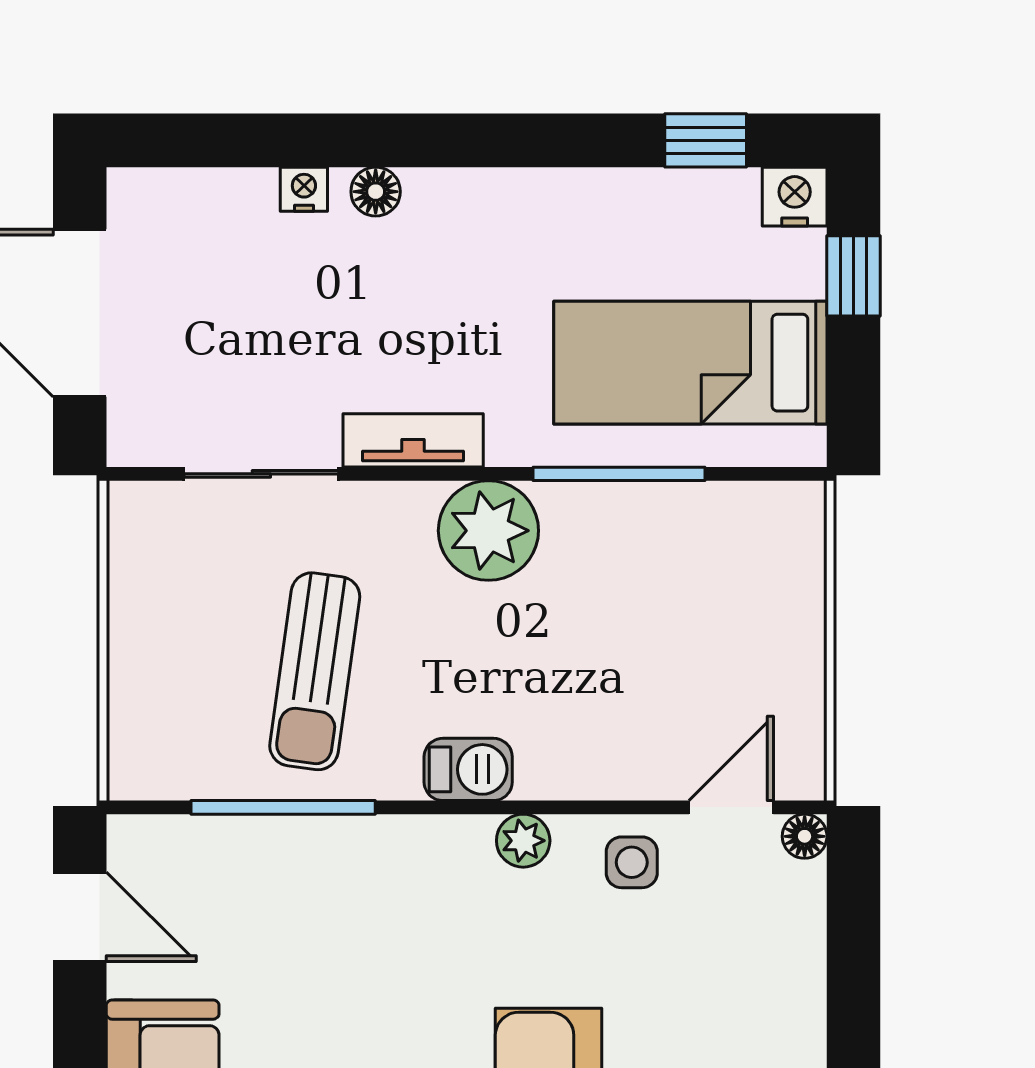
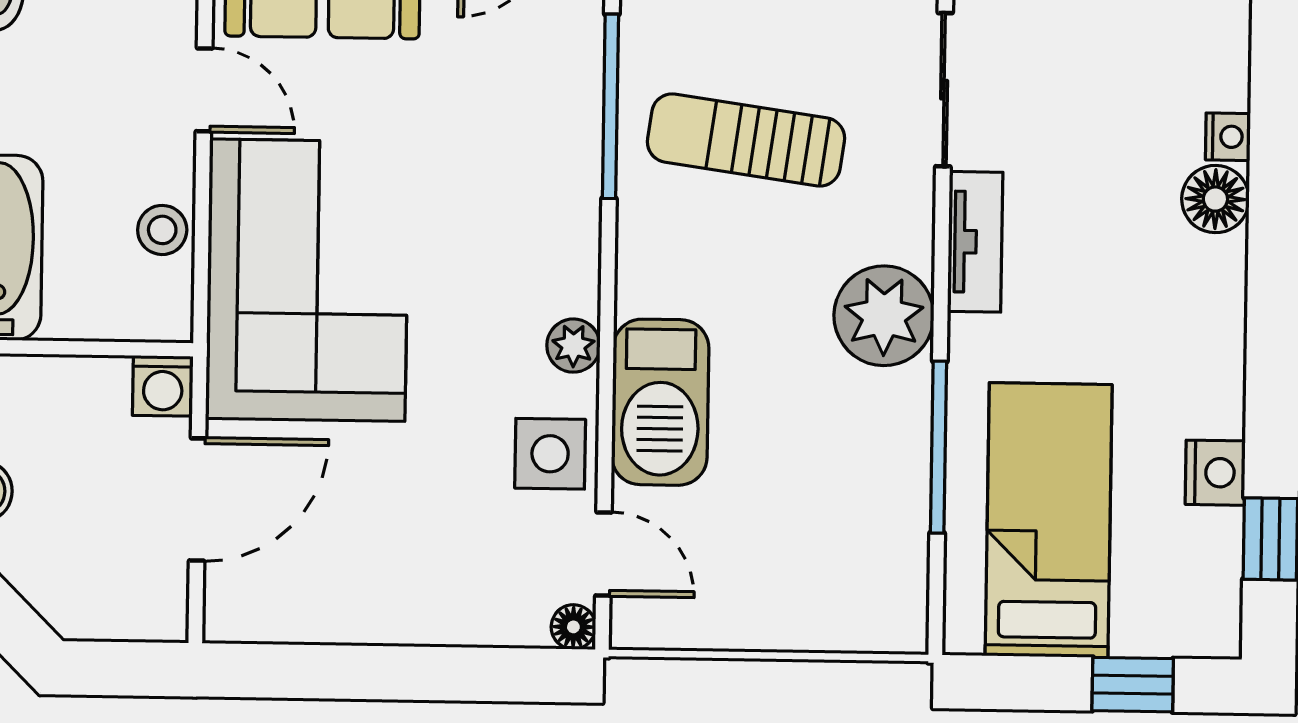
floor lamp: (376, 192) -> (1215, 199), width x1.37, depth x1.37
nightstand: (795, 197) -> (1215, 473), moved
barbecue: (468, 769) -> (660, 402), moved, width x1.88, depth x1.53
side table: (632, 862) -> (550, 454), width x1.37, depth x1.37

